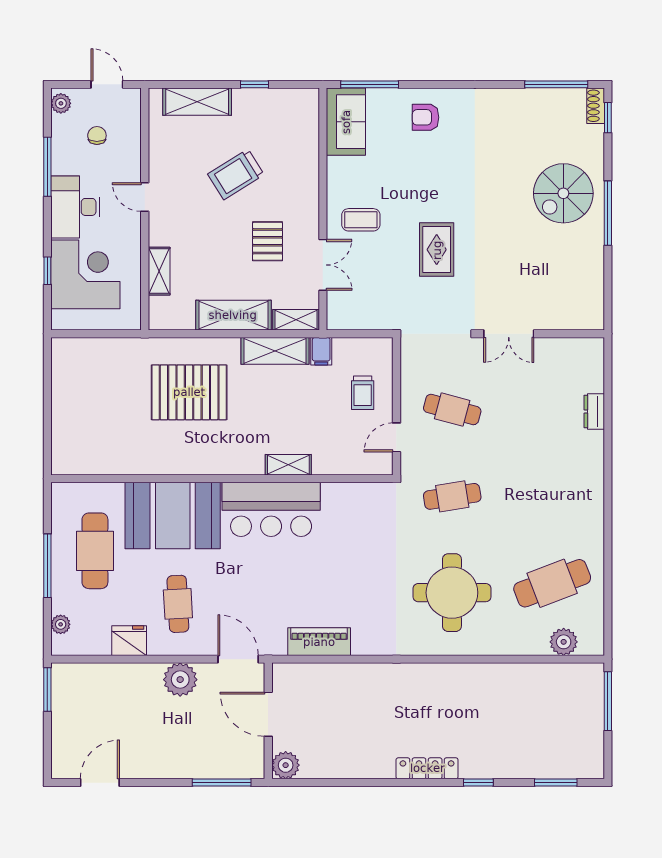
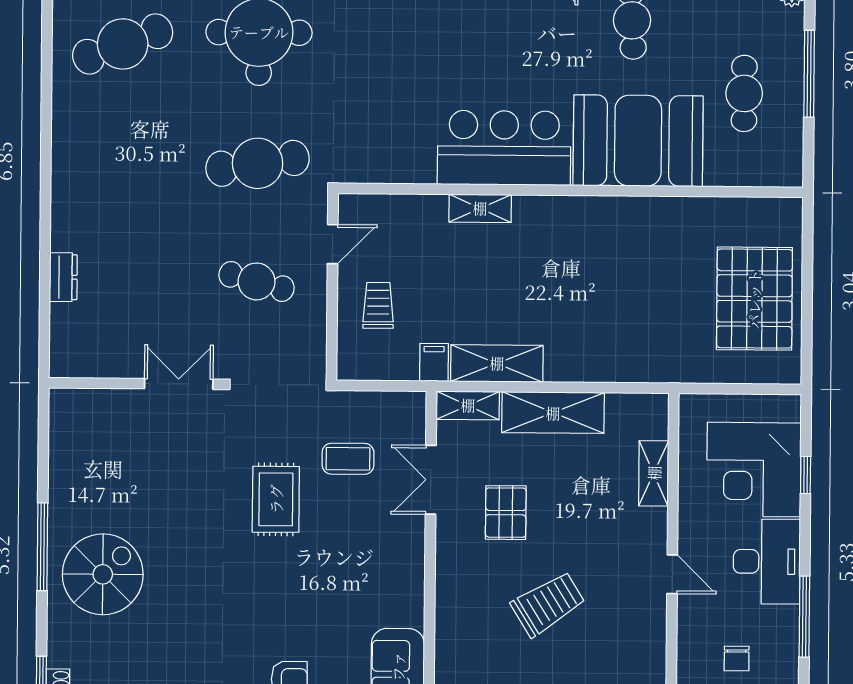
coffee table: (361, 220) -> (348, 459), moved
pallet: (189, 392) -> (754, 299), moved, turned 90
cafe table: (452, 496) -> (258, 163), width x1.37, depth x1.35
cafe table: (95, 551) -> (744, 93), width x0.73, depth x0.74

